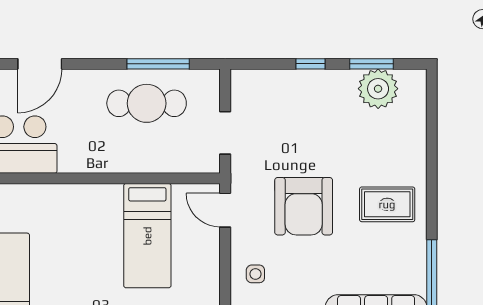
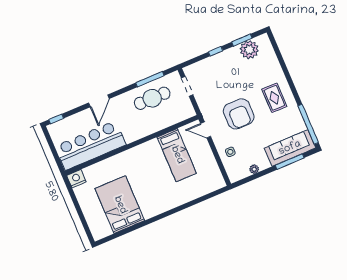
doorway: (225, 133) -> (187, 86), moved
rug: (387, 204) -> (274, 98), turned 90

